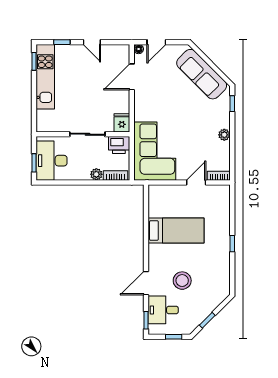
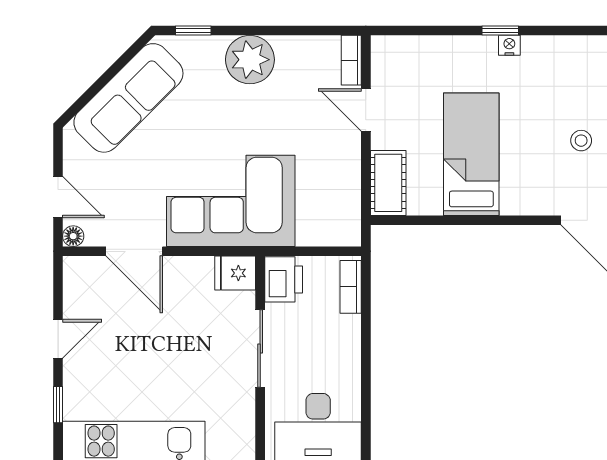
plant: (224, 135) -> (250, 60), width x1.87, depth x1.87
corner sofa: (155, 151) -> (231, 201), moved
plant: (96, 174) -> (348, 329), removed
cot: (163, 193) -> (388, 183), added
nightstand: (226, 248) -> (509, 45), added
stool: (182, 281) -> (581, 141), width x0.53, depth x0.53

